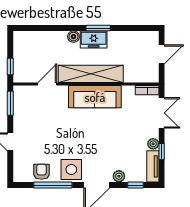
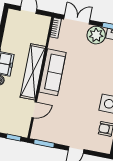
door: (47, 84) -> (34, 110), swing flipped
plant: (153, 144) -> (96, 35), width x1.88, depth x1.88

